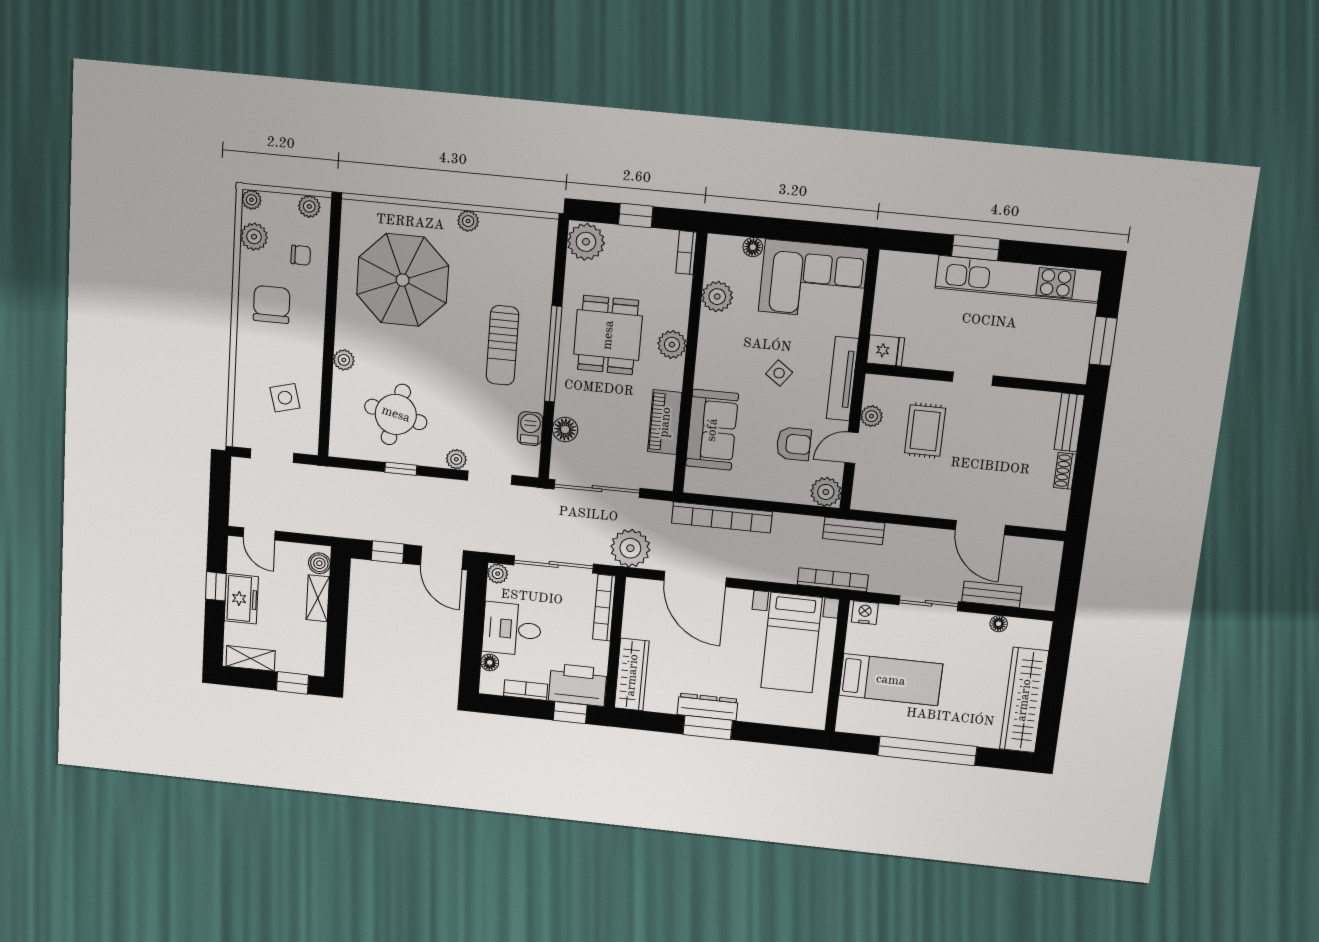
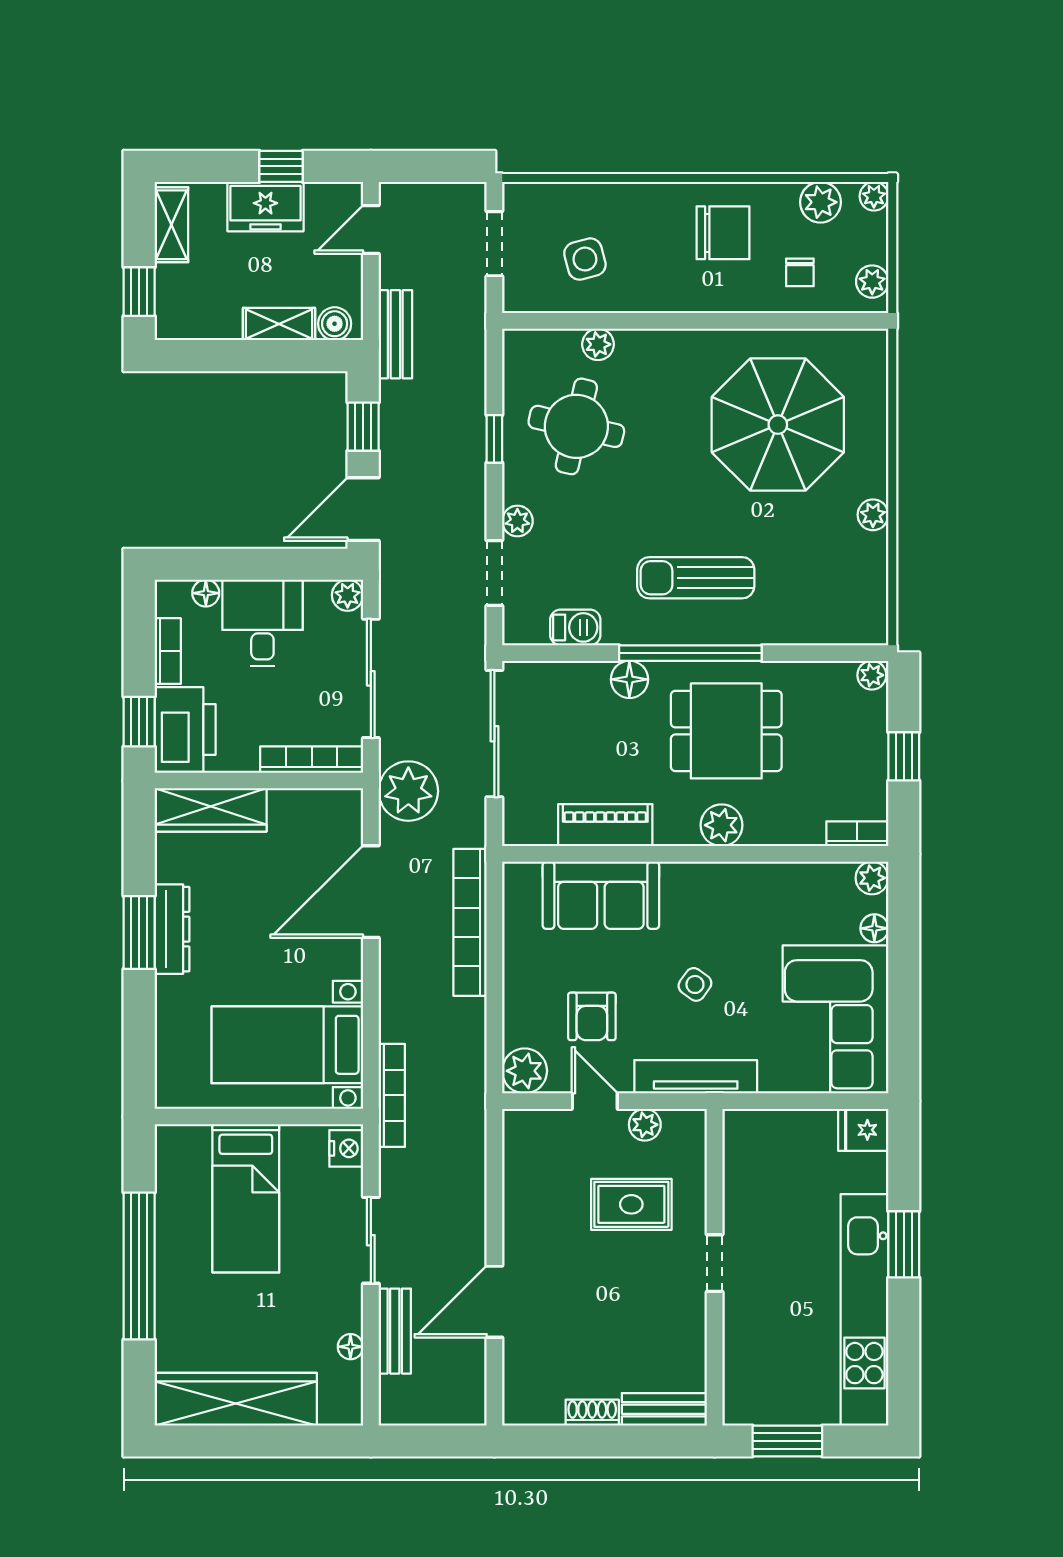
plant: (586, 242) -> (872, 675), width x0.53, depth x0.53
plant: (717, 297) -> (872, 878), moved, width x0.73, depth x0.73
fridge: (885, 350) -> (863, 1130), moved, turned 90
plant: (344, 360) -> (598, 344), moved
floor lamp: (565, 430) -> (629, 679), moved
bench: (854, 531) -> (395, 334), moved

